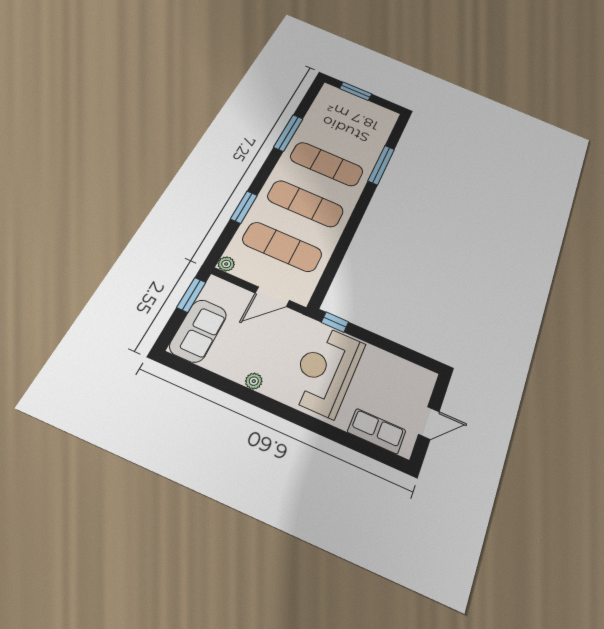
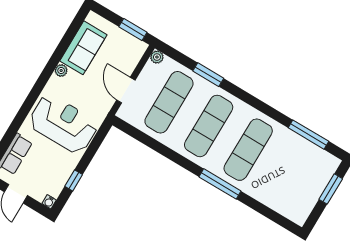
window: (288, 133) -> (308, 135), moved
window: (381, 165) -> (220, 184), moved
window: (335, 322) -> (74, 180), moved
sofa: (198, 331) -> (83, 48), moved, turned -90
water cooler: (430, 377) -> (49, 202), added

